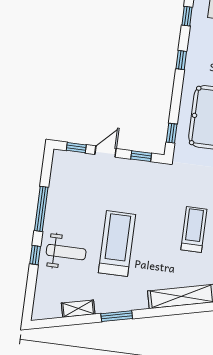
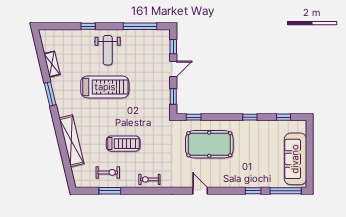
door: (105, 151) -> (173, 69), hinge flipped
window: (41, 209) -> (140, 26), moved
weight bench: (66, 252) -> (108, 50), moved

